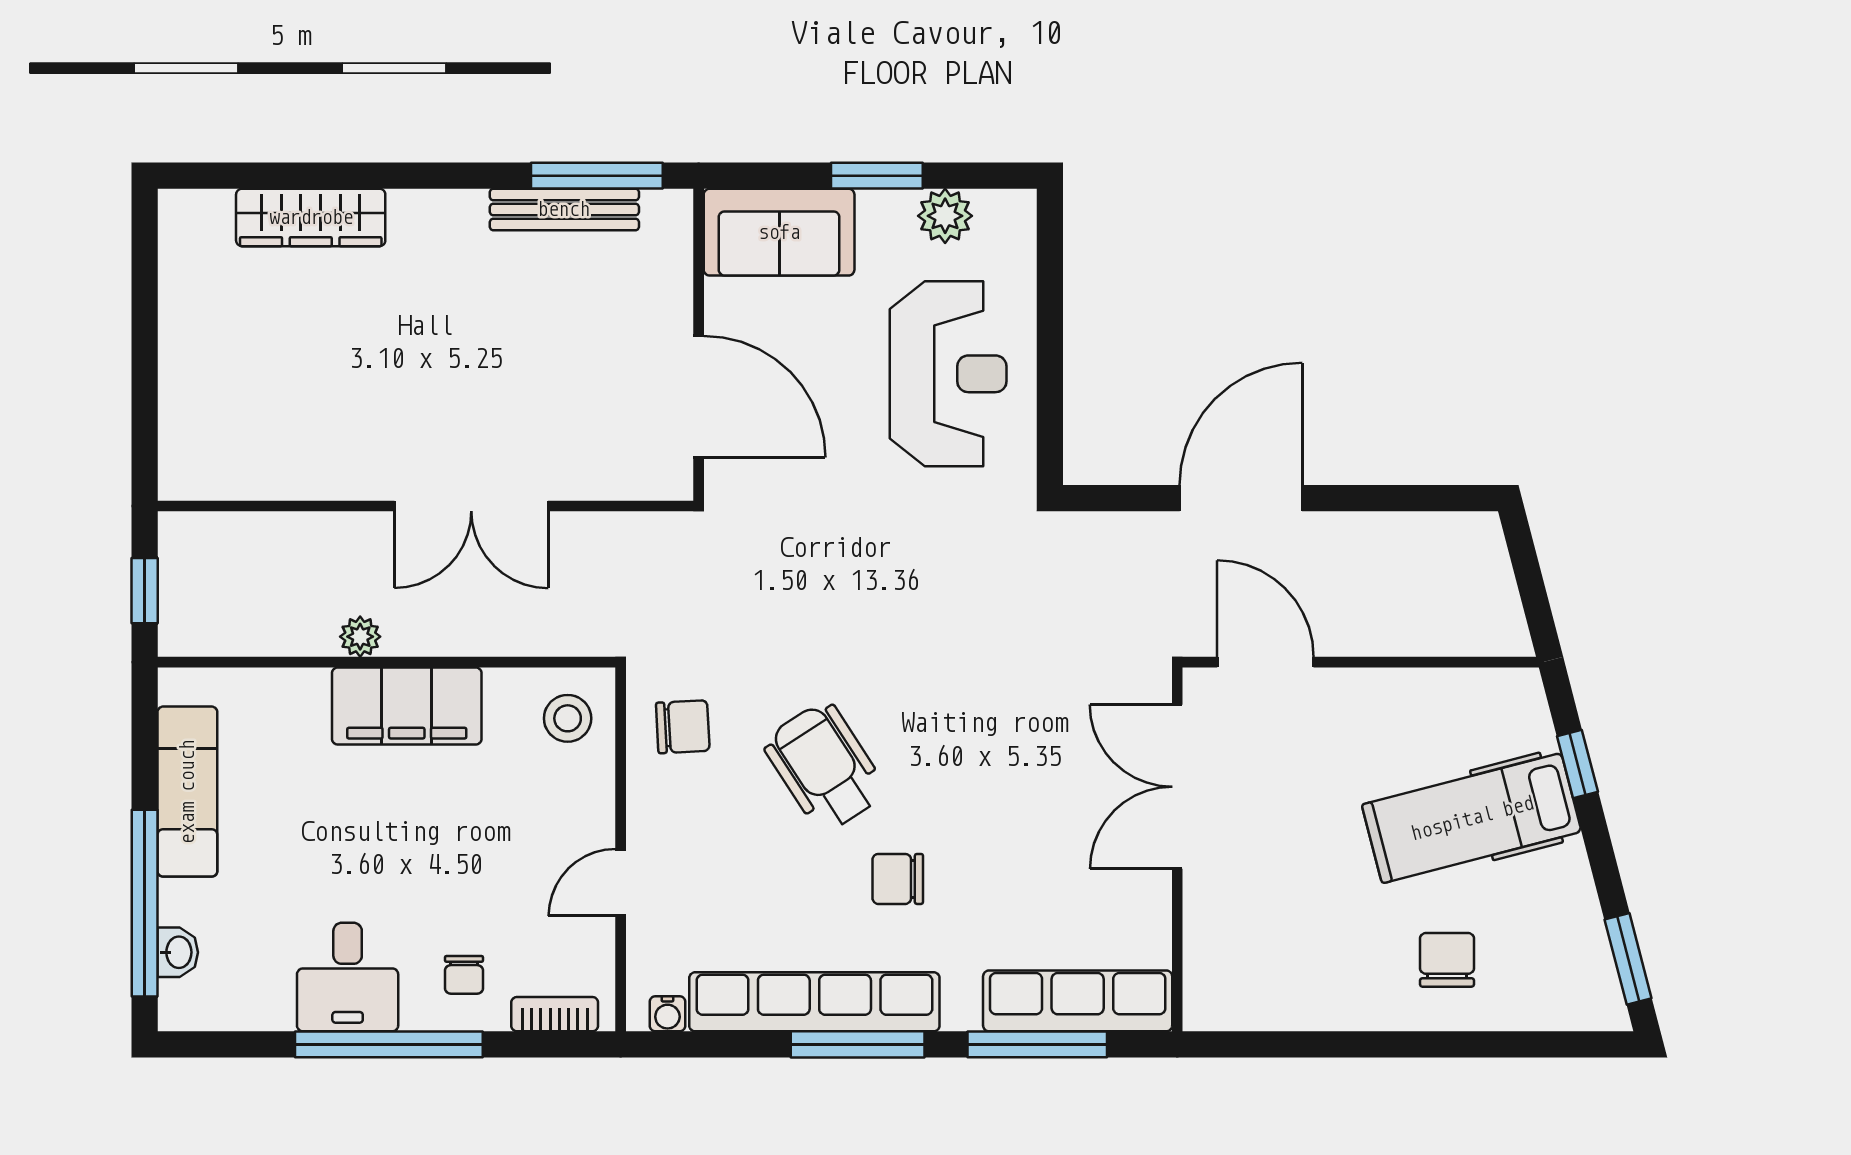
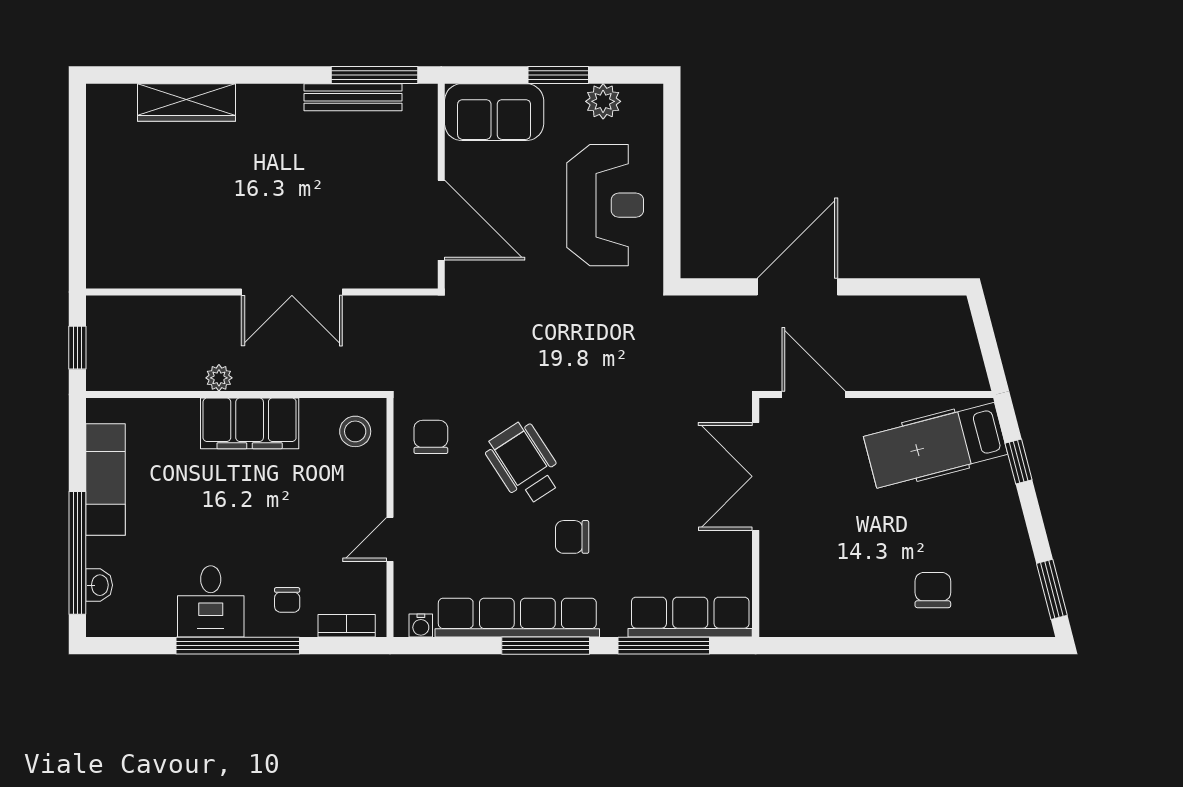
chair: (683, 727) -> (431, 437), turned -87
hospital bed: (1472, 818) -> (936, 445), moved

